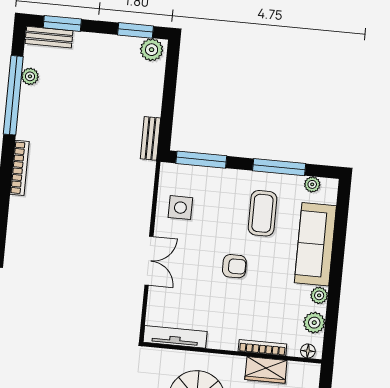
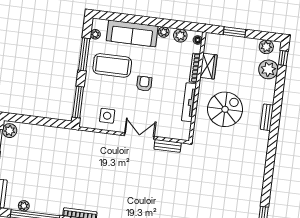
bench: (150, 138) -> (168, 146), moved
coffee table: (262, 213) -> (112, 65), width x1.36, depth x1.32
tv unit: (175, 337) -> (189, 102), moved

